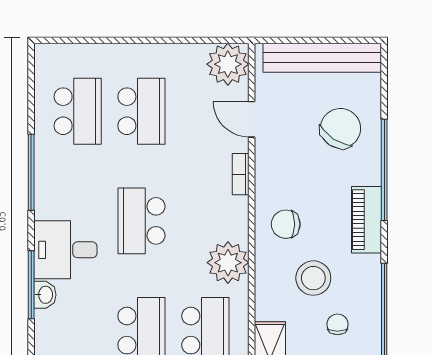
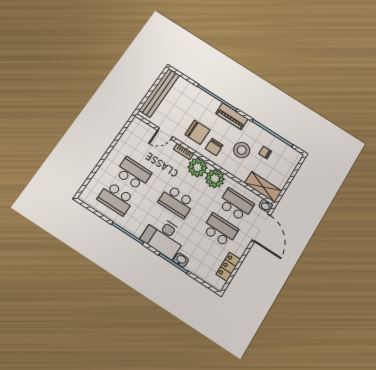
plant: (228, 64) -> (198, 167), moved
school desk: (78, 111) -> (116, 199), turned 180
chair: (340, 128) -> (197, 132), moved, turned 147
desk: (65, 250) -> (164, 237), width x1.37

